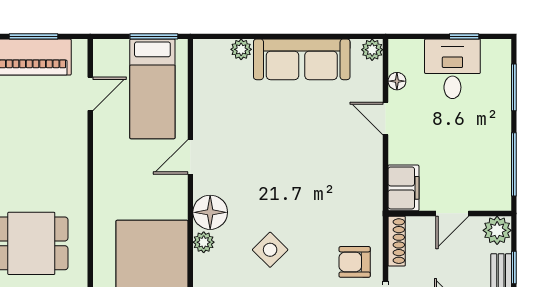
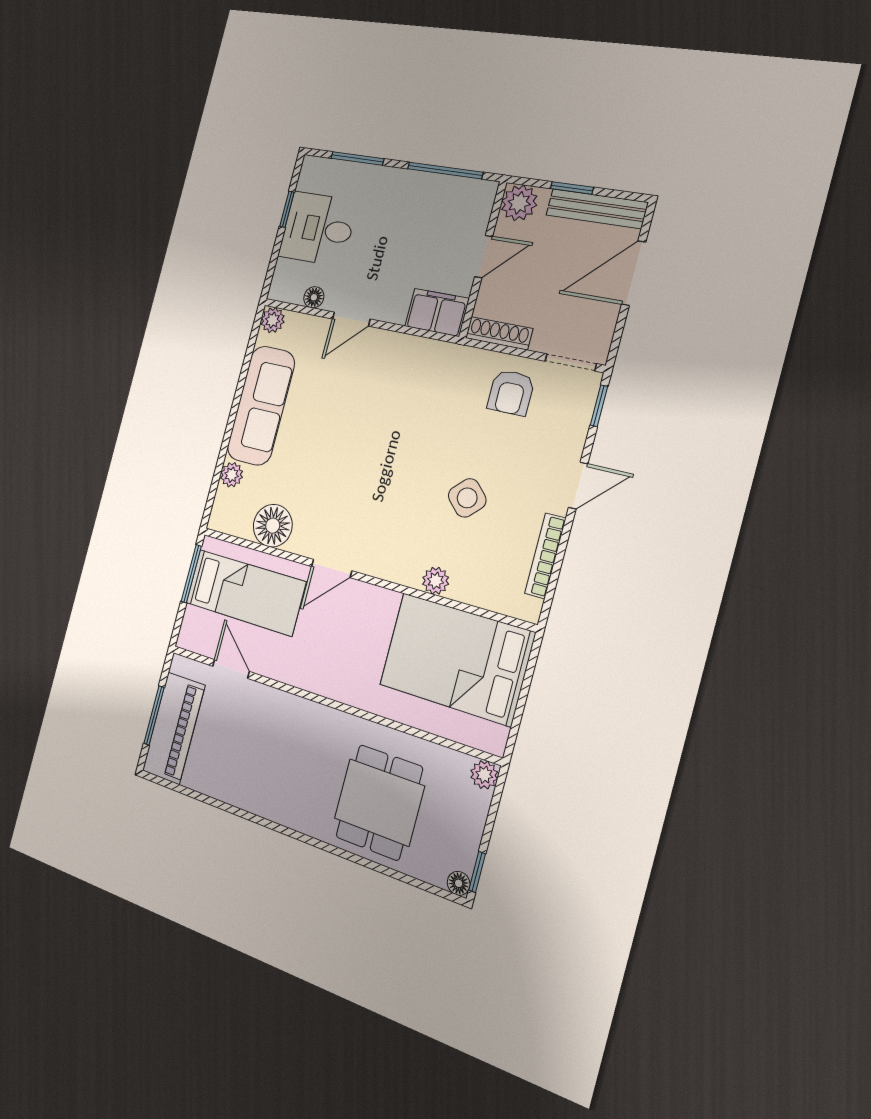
door: (190, 157) -> (332, 569), hinge flipped
floor lamp: (210, 212) -> (273, 526), moved
door: (452, 213) -> (484, 257), hinge flipped

